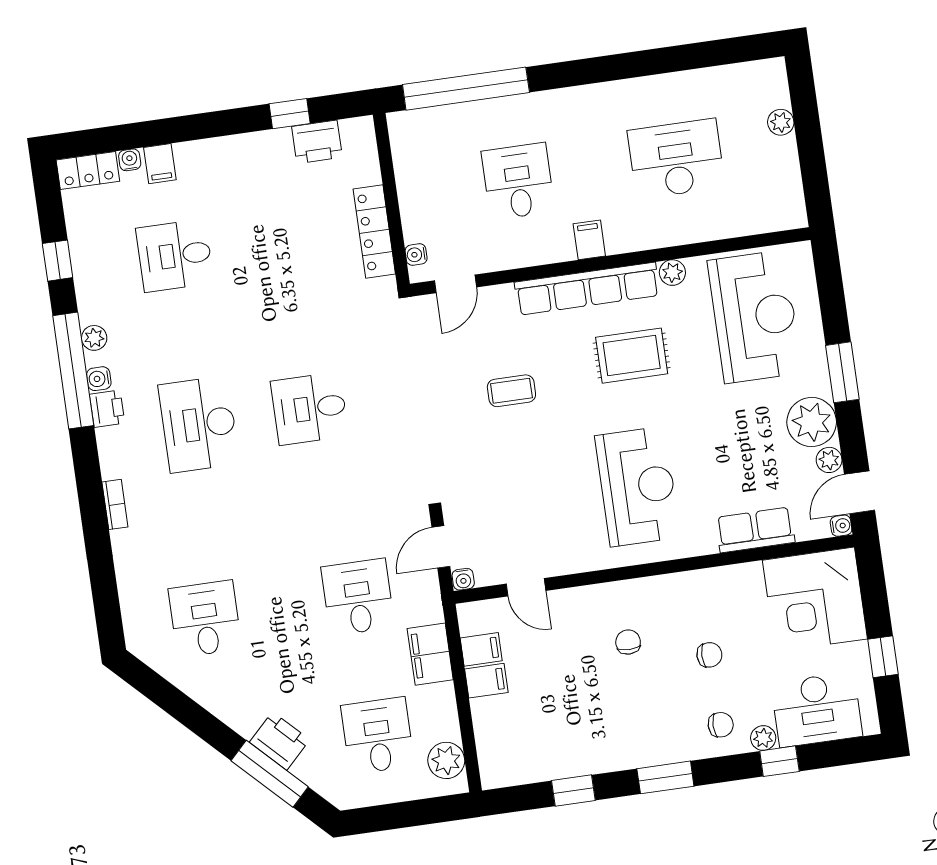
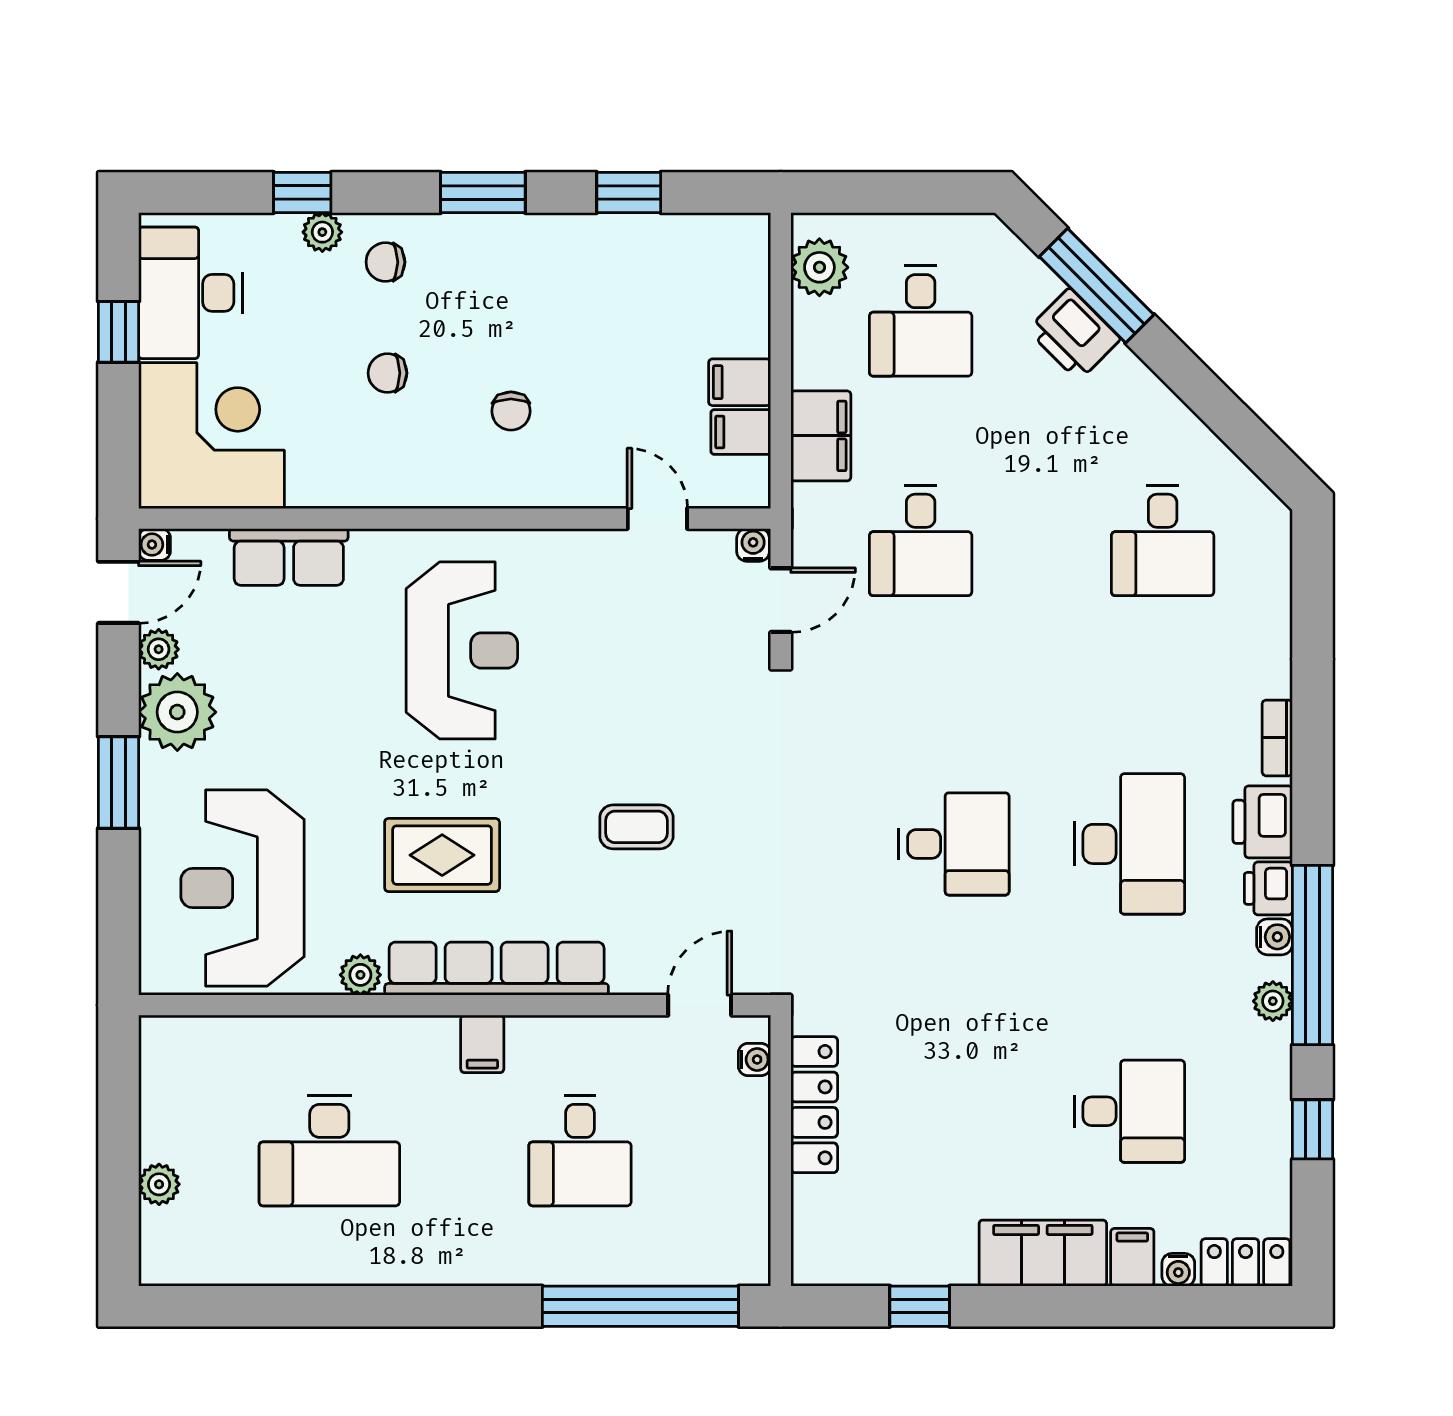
printer: (317, 142) -> (1263, 822), moved, turned -90
filing cabinet: (217, 158) -> (1043, 1253), added
reception desk: (638, 486) -> (462, 650), turned 180
desk: (817, 710) -> (190, 293), moved, turned -90

